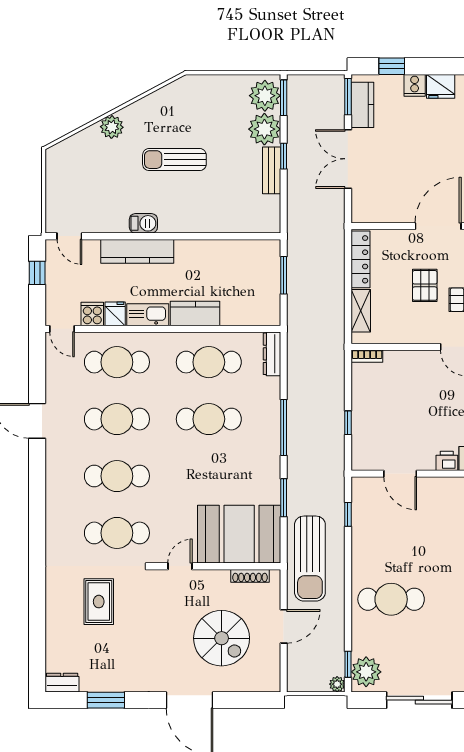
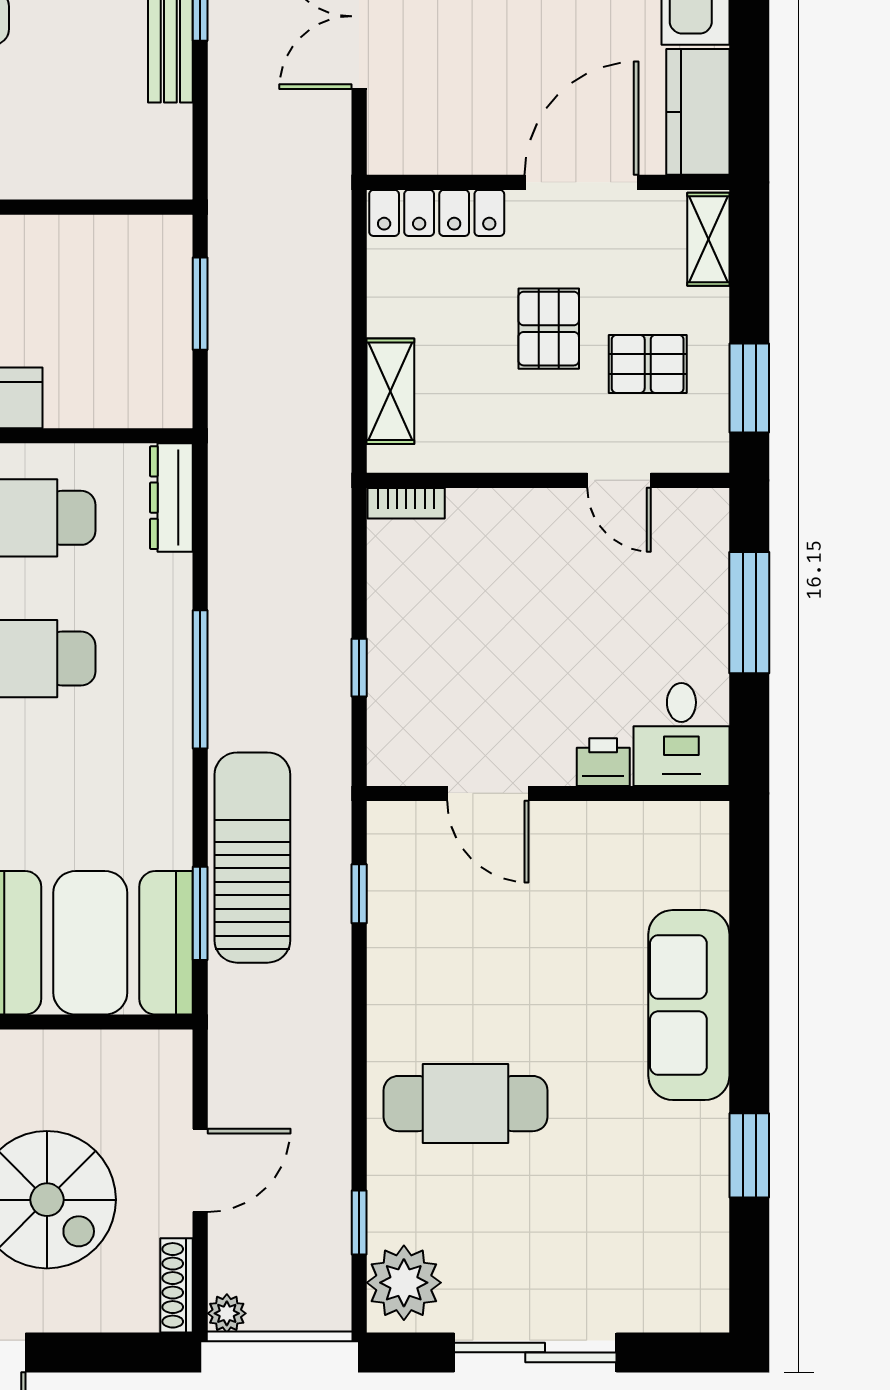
locker: (360, 259) -> (437, 213), moved, turned 90
window: (284, 498) -> (200, 913), moved
sun lounger: (310, 559) -> (252, 858), moved, turned 180
shoe rack: (250, 576) -> (177, 1285), moved, turned 90
window: (348, 664) -> (359, 1223), moved
plant: (337, 684) -> (227, 1313), moved

